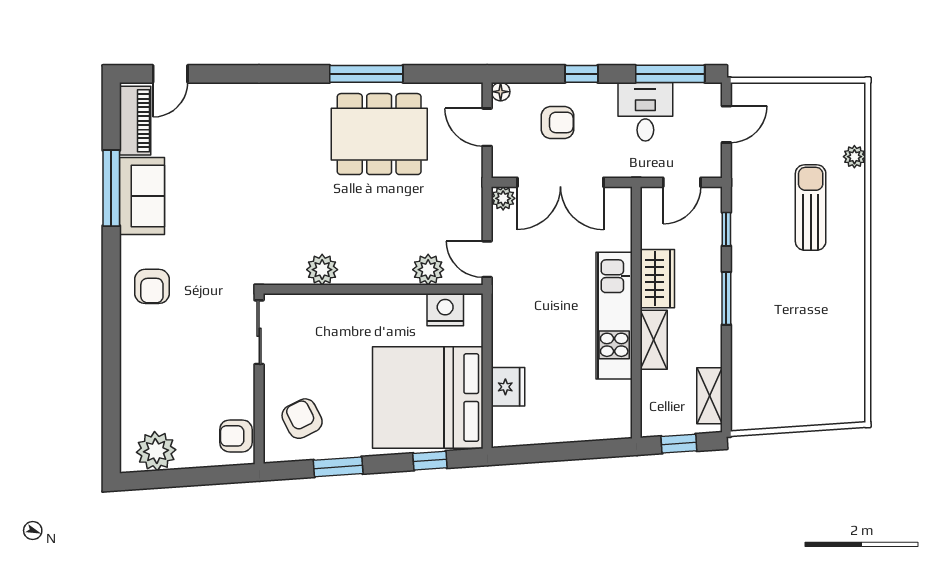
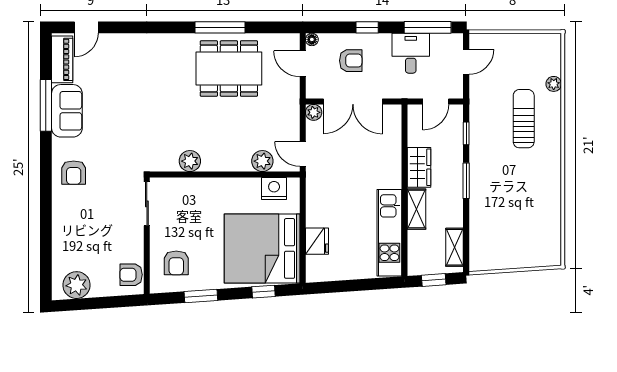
kitchen unit: (614, 316) -> (389, 233), moved
armchair: (302, 419) -> (176, 263), turned -153

